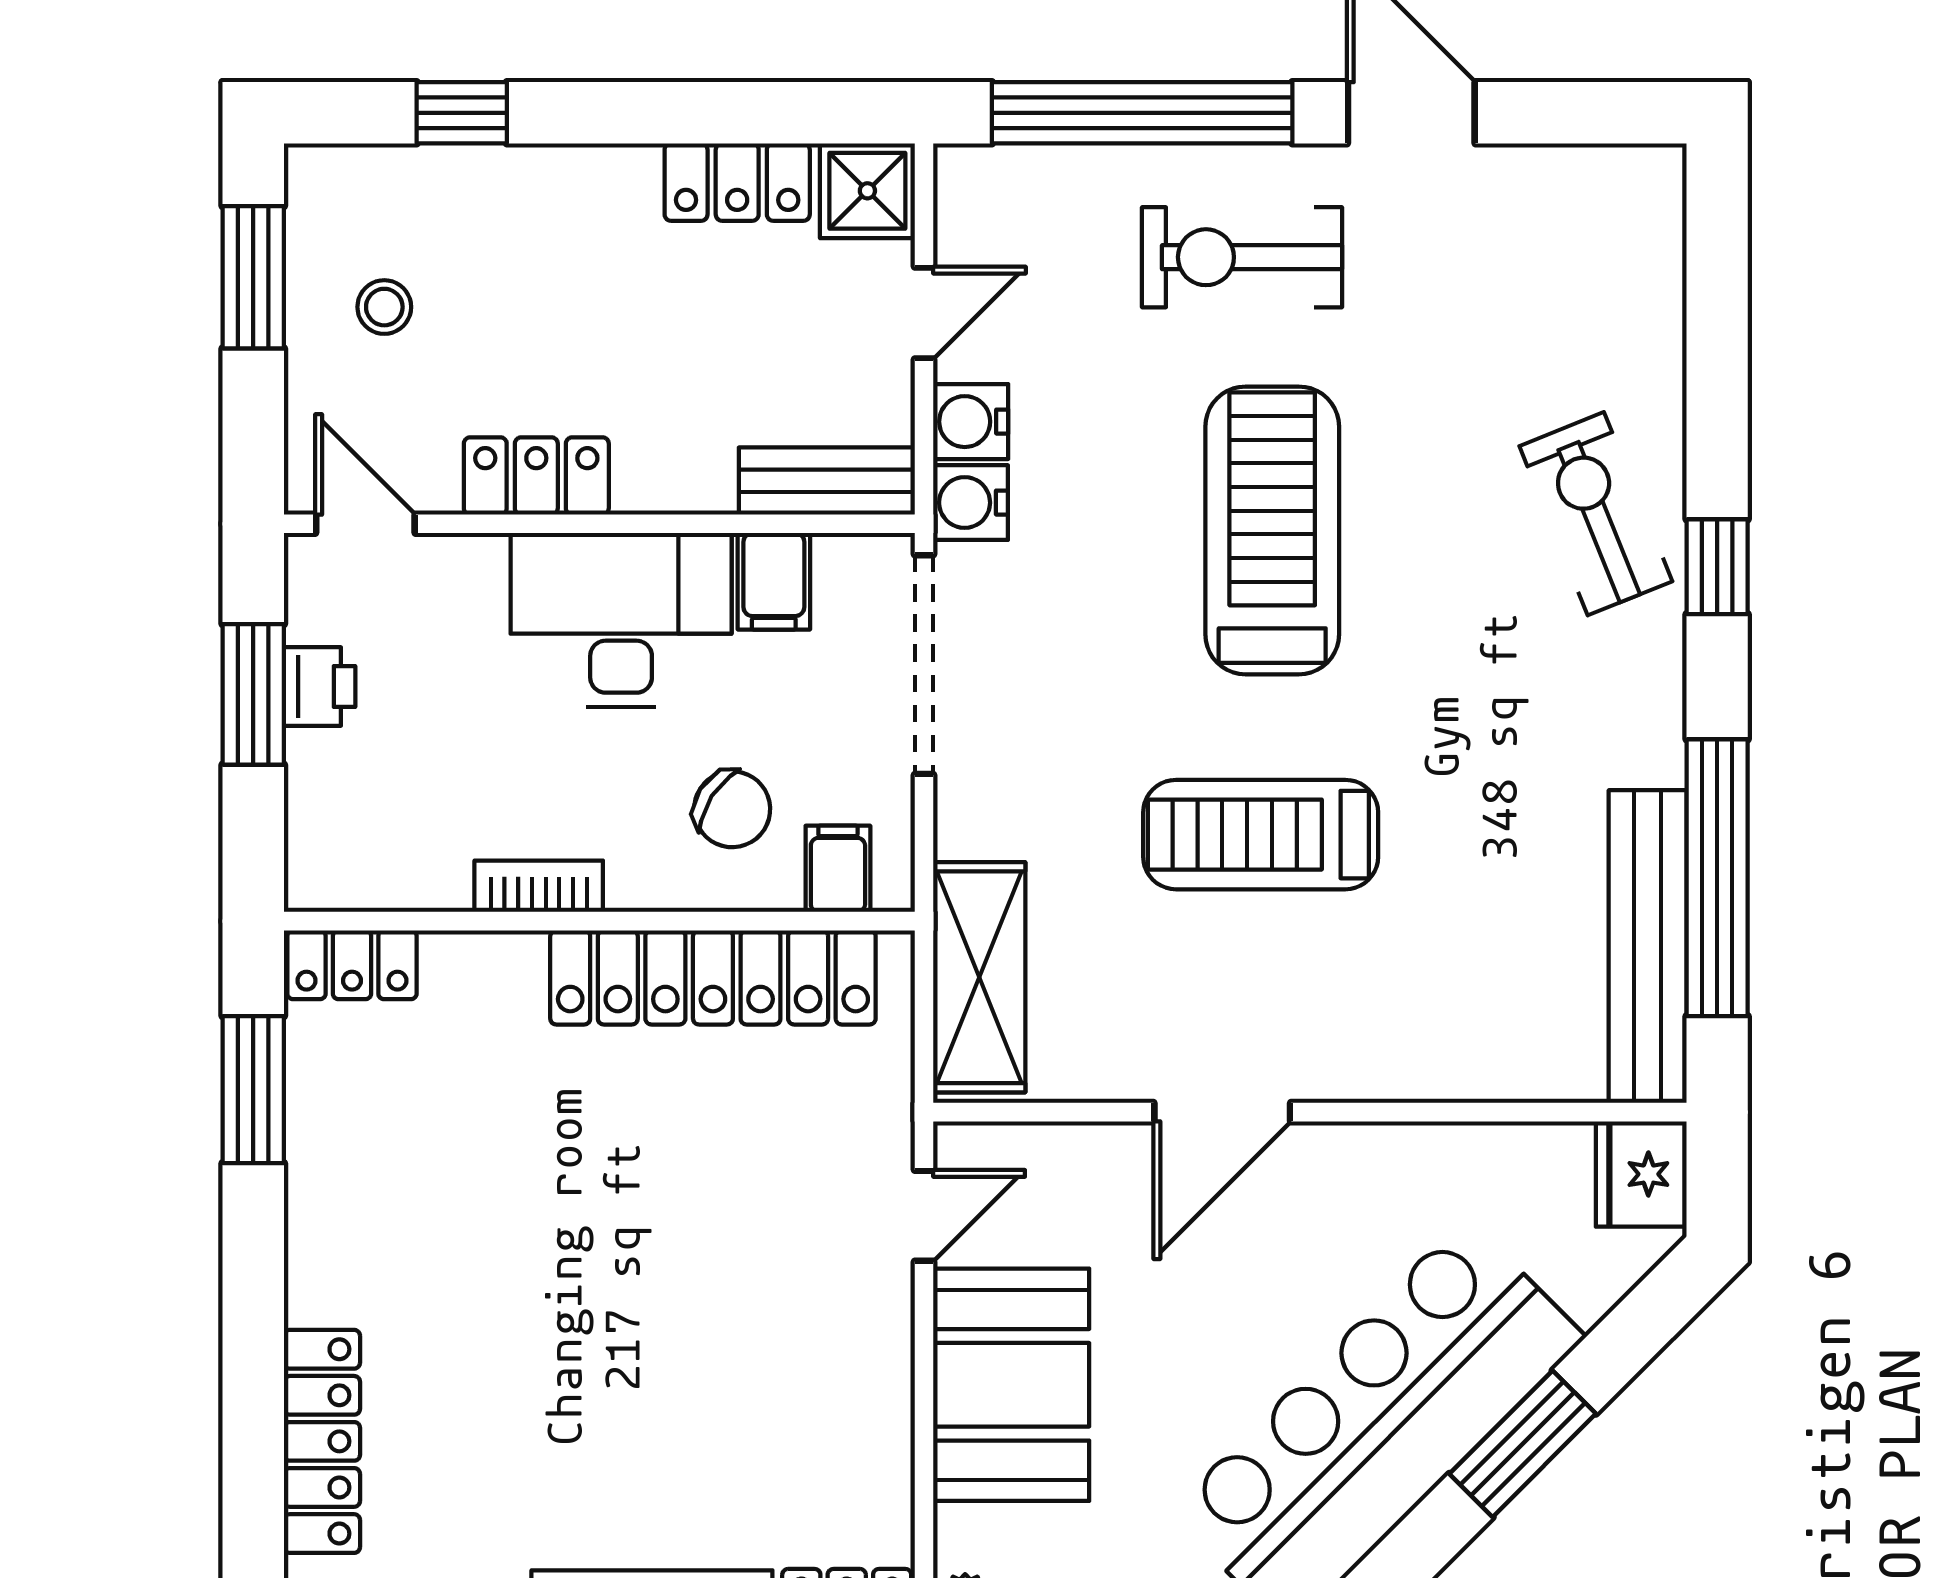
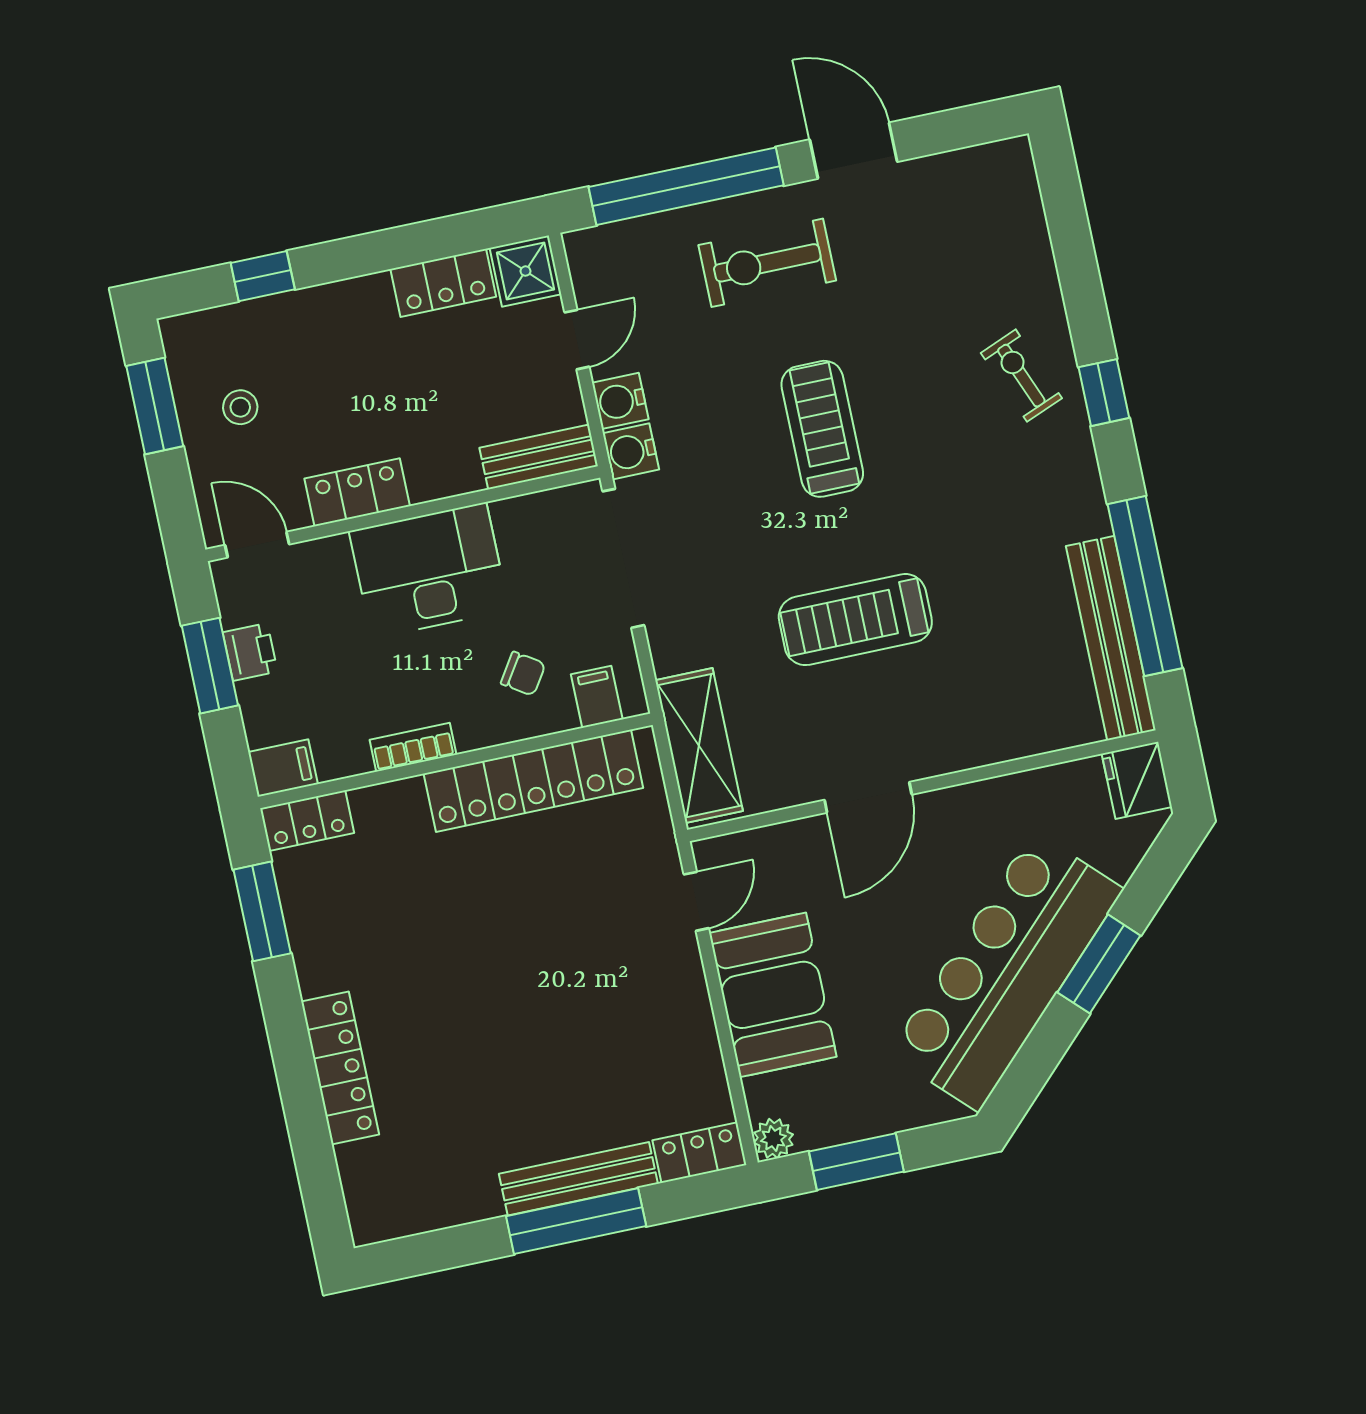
exercise bike: (1596, 514) -> (1021, 376), width x0.73, depth x0.72
treadmill: (1272, 530) -> (822, 429), width x0.73, depth x0.73
filing cabinet: (774, 581) -> (283, 768), moved, turned -90
chair: (732, 809) -> (523, 674), width x0.73, depth x0.73
locker: (322, 1441) -> (340, 1068), moved

